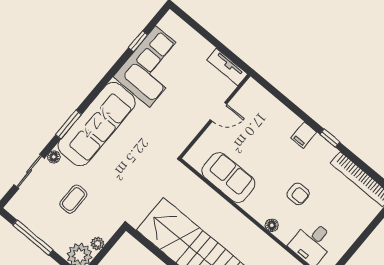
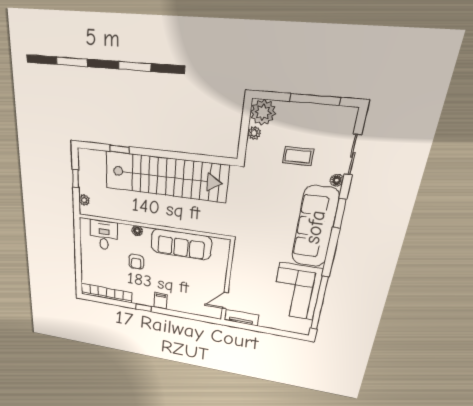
window: (138, 41) -> (319, 303), width x3.17
door: (218, 112) -> (225, 301), moved
sofa: (228, 177) -> (181, 244), width x1.36
armchair: (298, 194) -> (136, 262), turned -90
coffee table: (73, 199) -> (298, 156), turned 90

